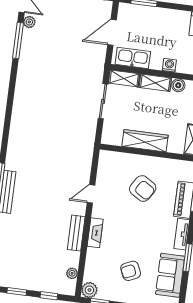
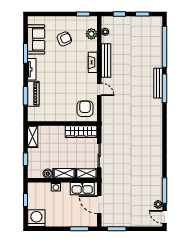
door: (112, 32) -> (99, 205), swing flipped
wardrobe: (145, 141) -> (81, 132), moved
armchair: (143, 189) -> (85, 109), moved, turned 58
door: (91, 194) -> (99, 89), hinge flipped
bench: (76, 233) -> (106, 60), width x1.36
plant: (89, 290) -> (91, 34), moved

